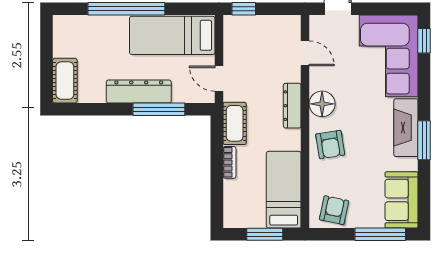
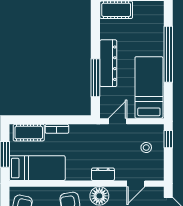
stool: (255, 39) -> (146, 148), added
dresser: (292, 106) -> (103, 174), width x0.70
cot: (235, 123) -> (29, 133), moved

